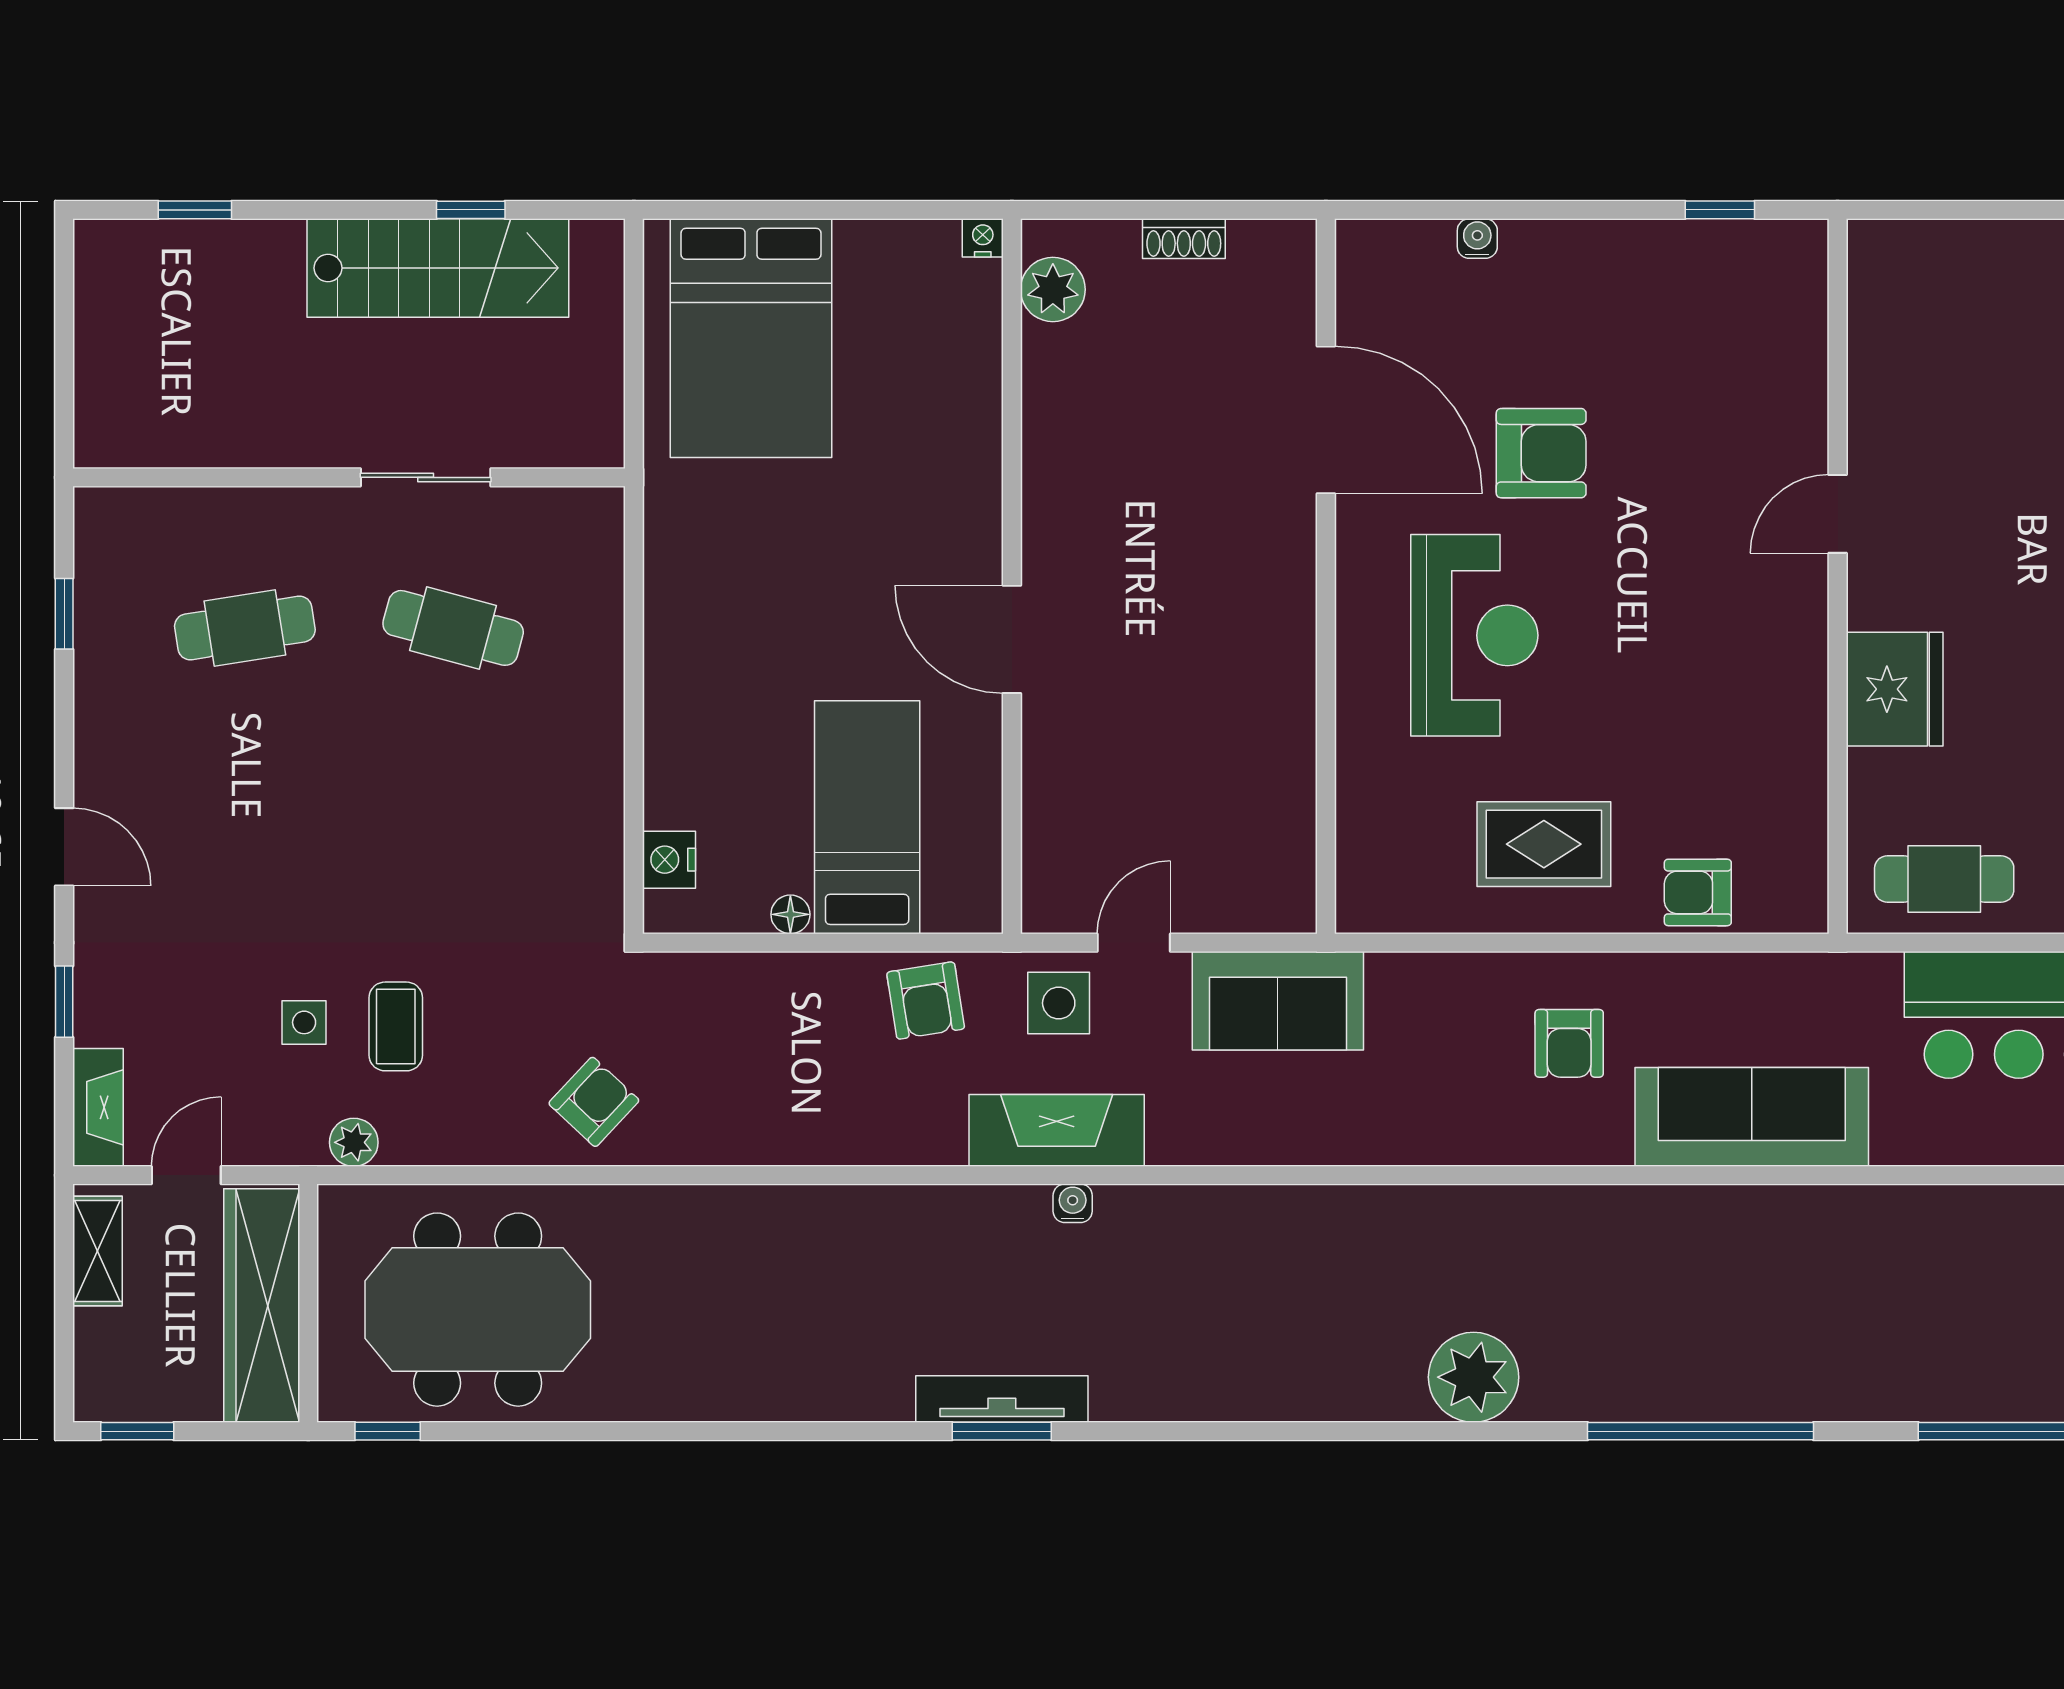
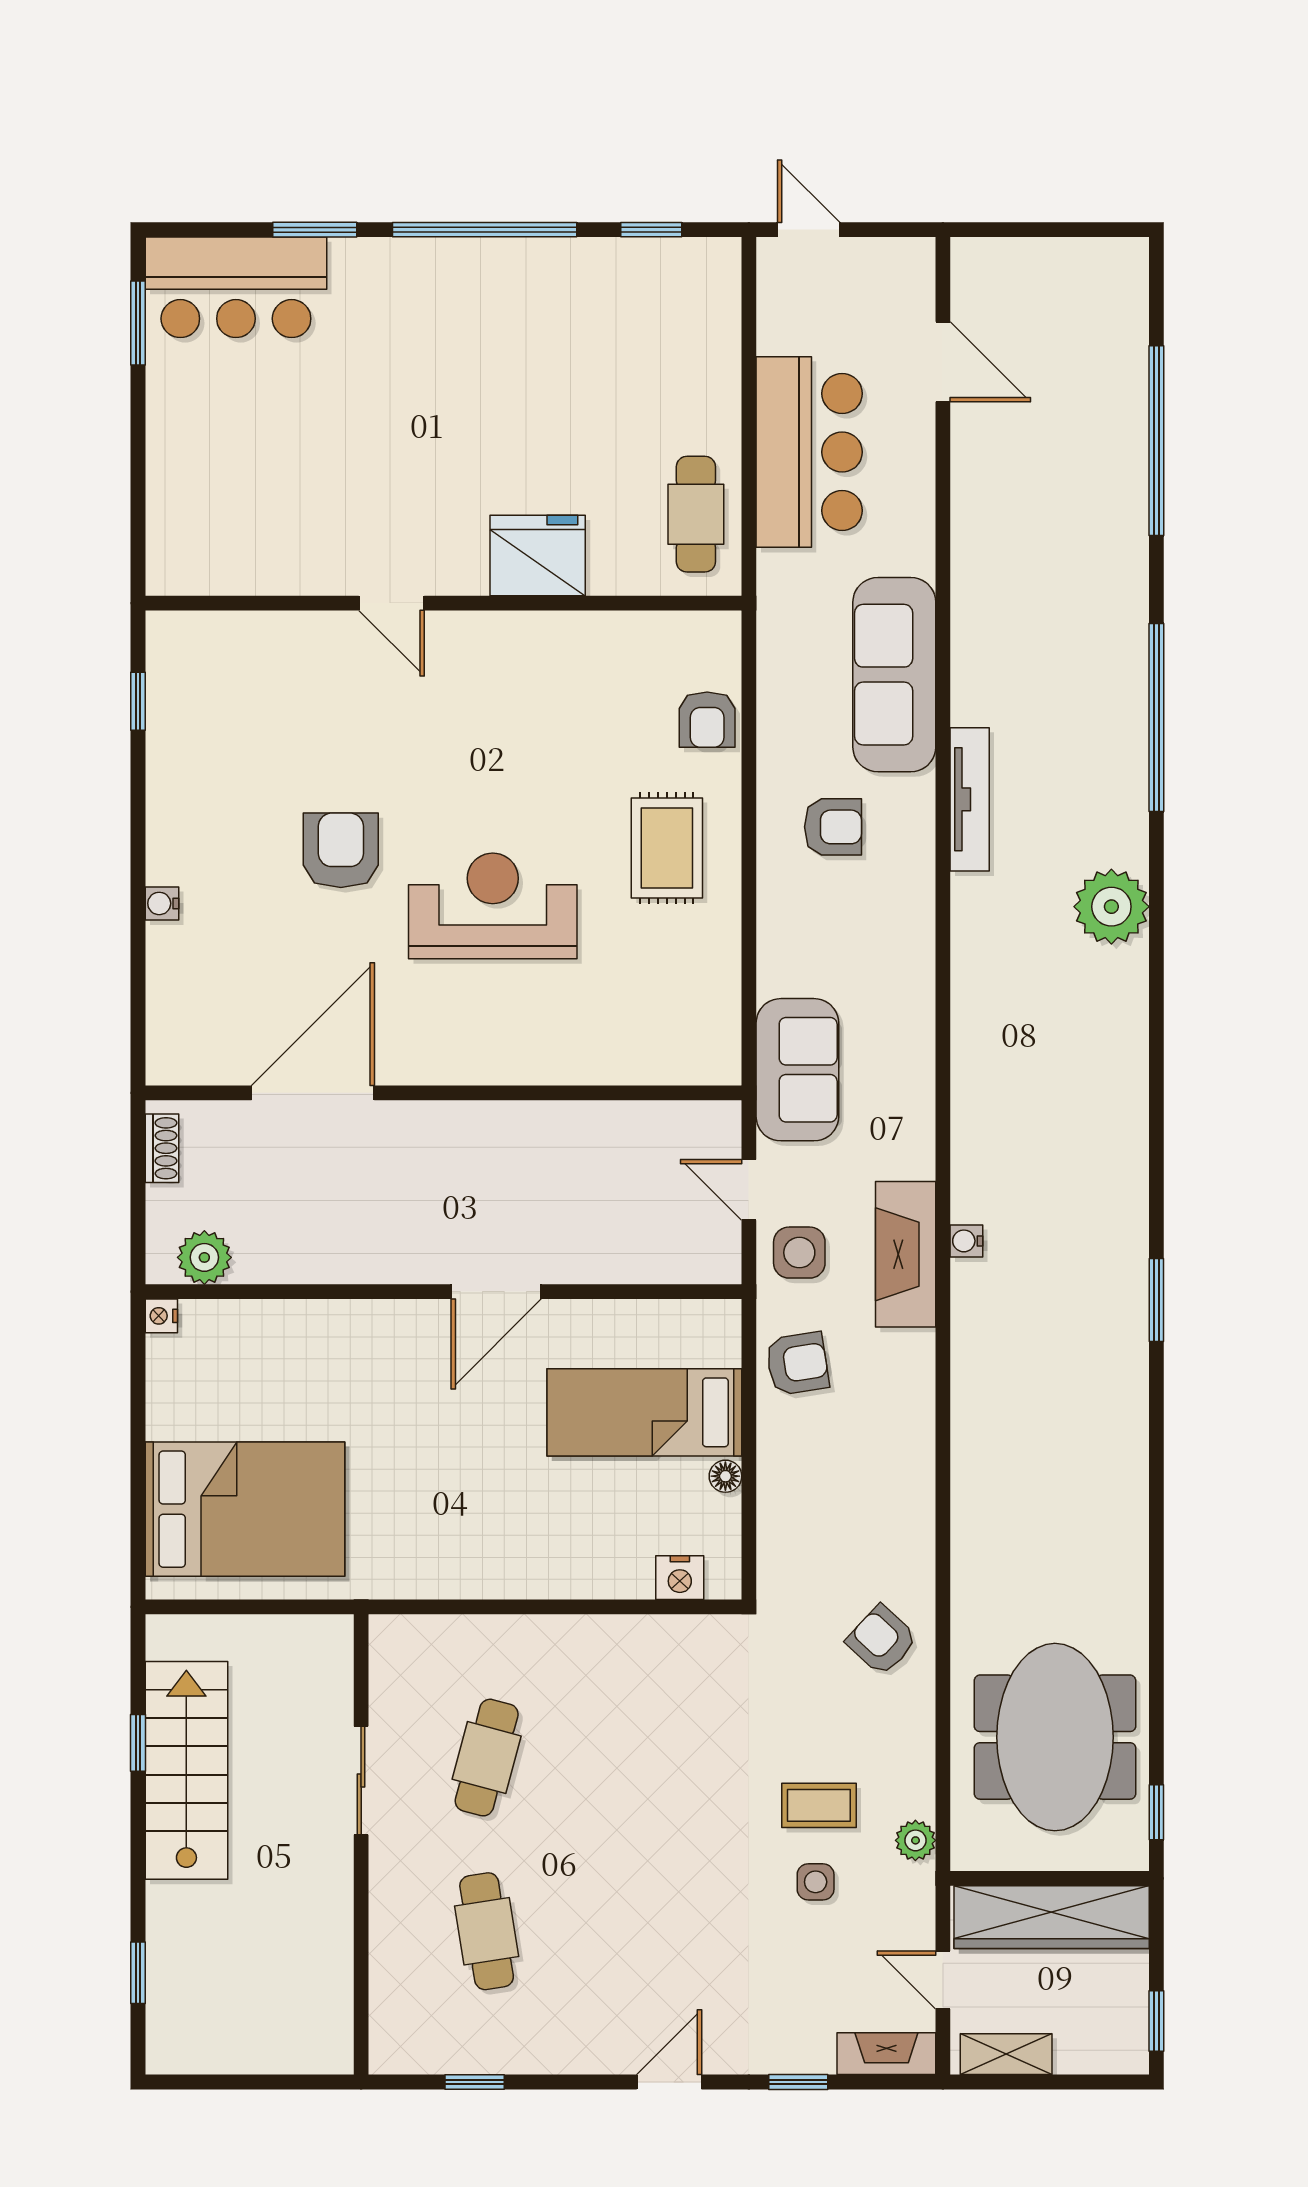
door: (1326, 420) -> (313, 1093), moved
wall: (1326, 576) -> (443, 1093), moved
tv unit: (1002, 1399) -> (970, 799), moved, turned 180

